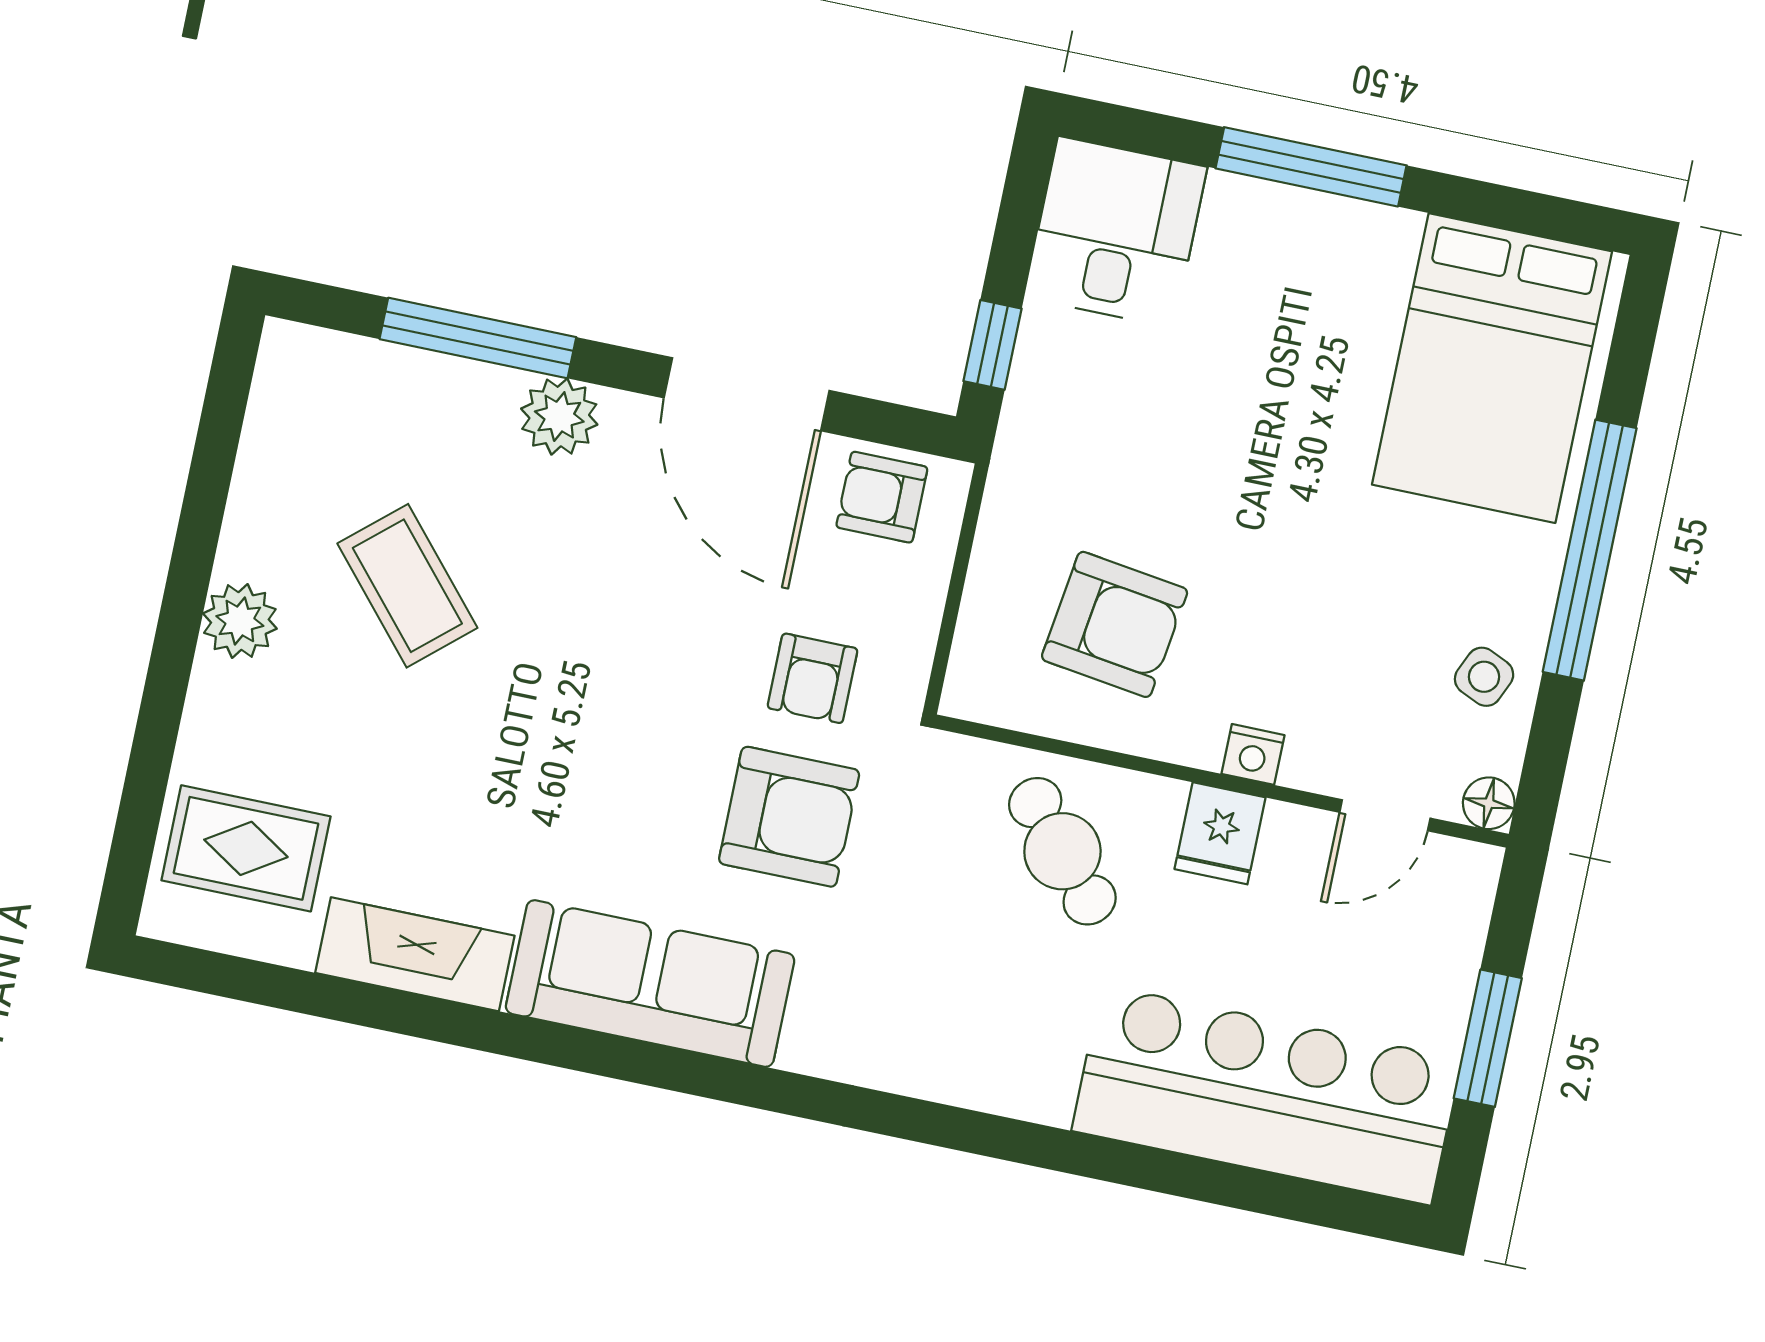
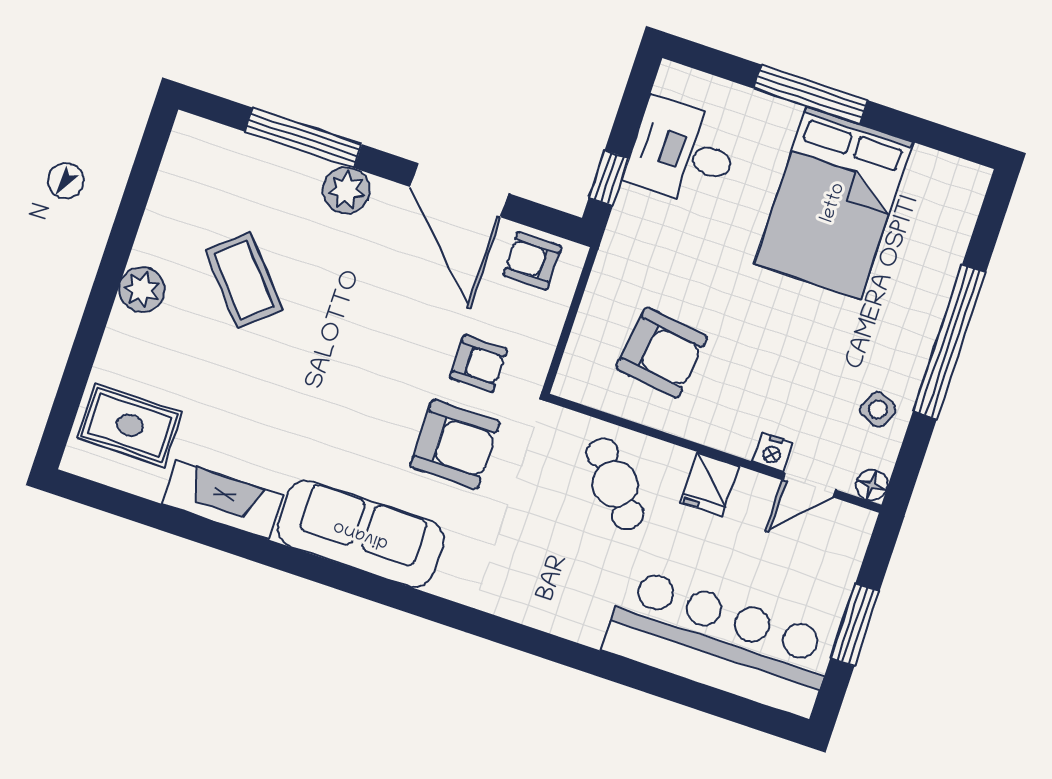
desk: (1116, 232) -> (683, 152), moved, turned -90
bed: (1492, 368) -> (834, 203), moved
armchair: (813, 678) -> (478, 364), turned -90
nightstand: (1253, 754) -> (772, 452), moved

